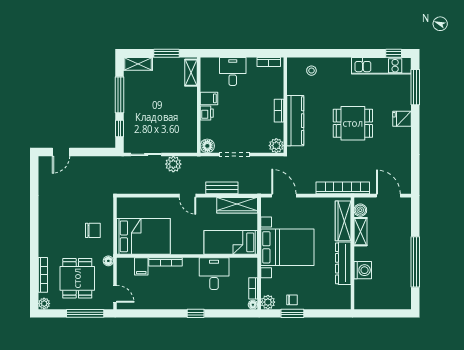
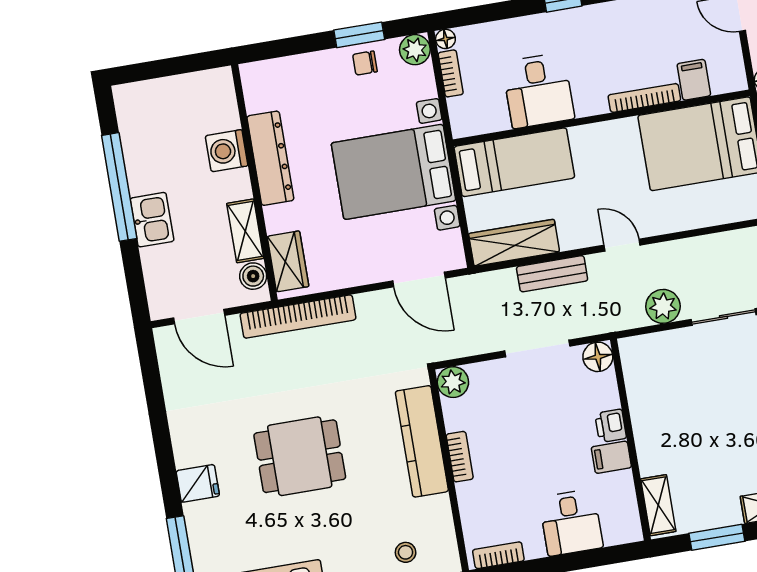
wardrobe: (343, 221) -> (288, 261), width x0.67
kitchen sink: (403, 244) -> (152, 220), added

